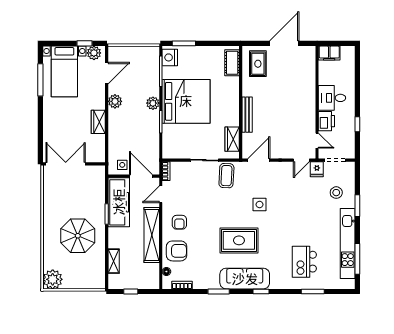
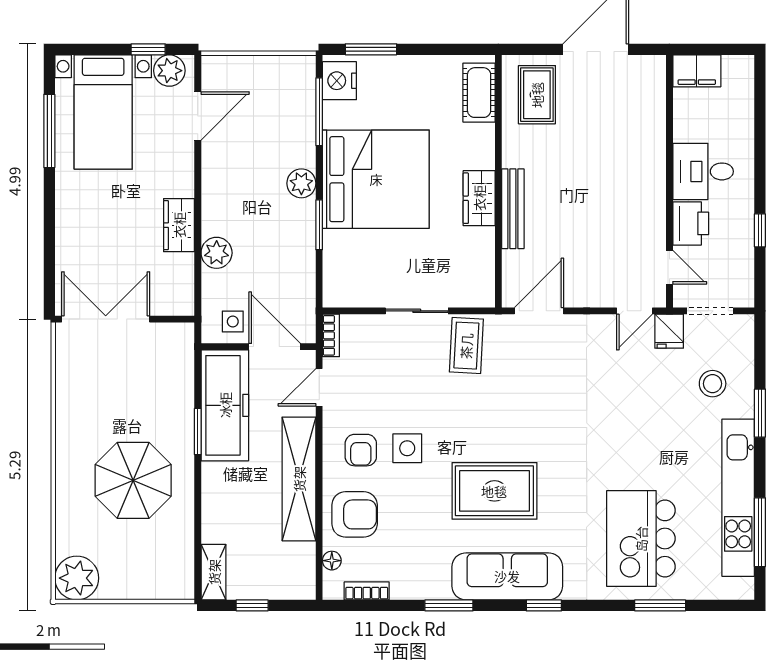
plant: (115, 101) -> (217, 253), moved
wardrobe: (232, 139) -> (479, 198), moved
side table: (260, 205) -> (407, 448), moved
shelving: (114, 261) -> (214, 572), moved
kitchen island: (304, 262) -> (641, 539), width x1.37, depth x1.28

